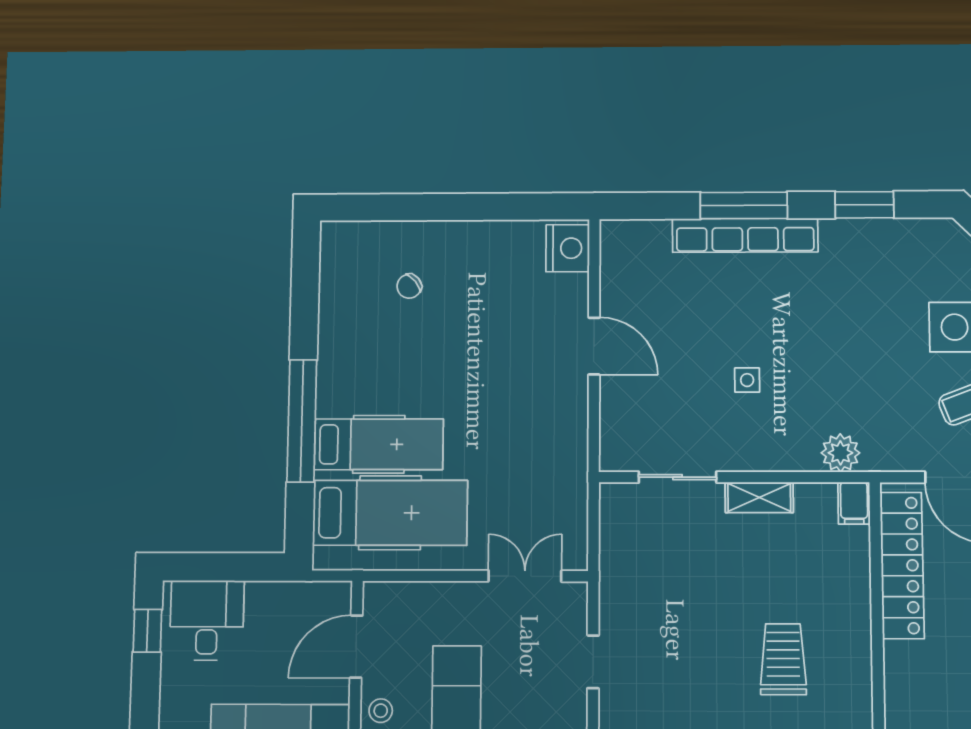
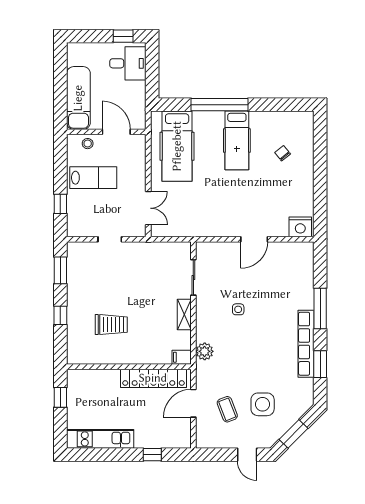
row of seats: (745, 235) -> (306, 344), moved
hospital bed: (379, 444) -> (237, 140), moved

